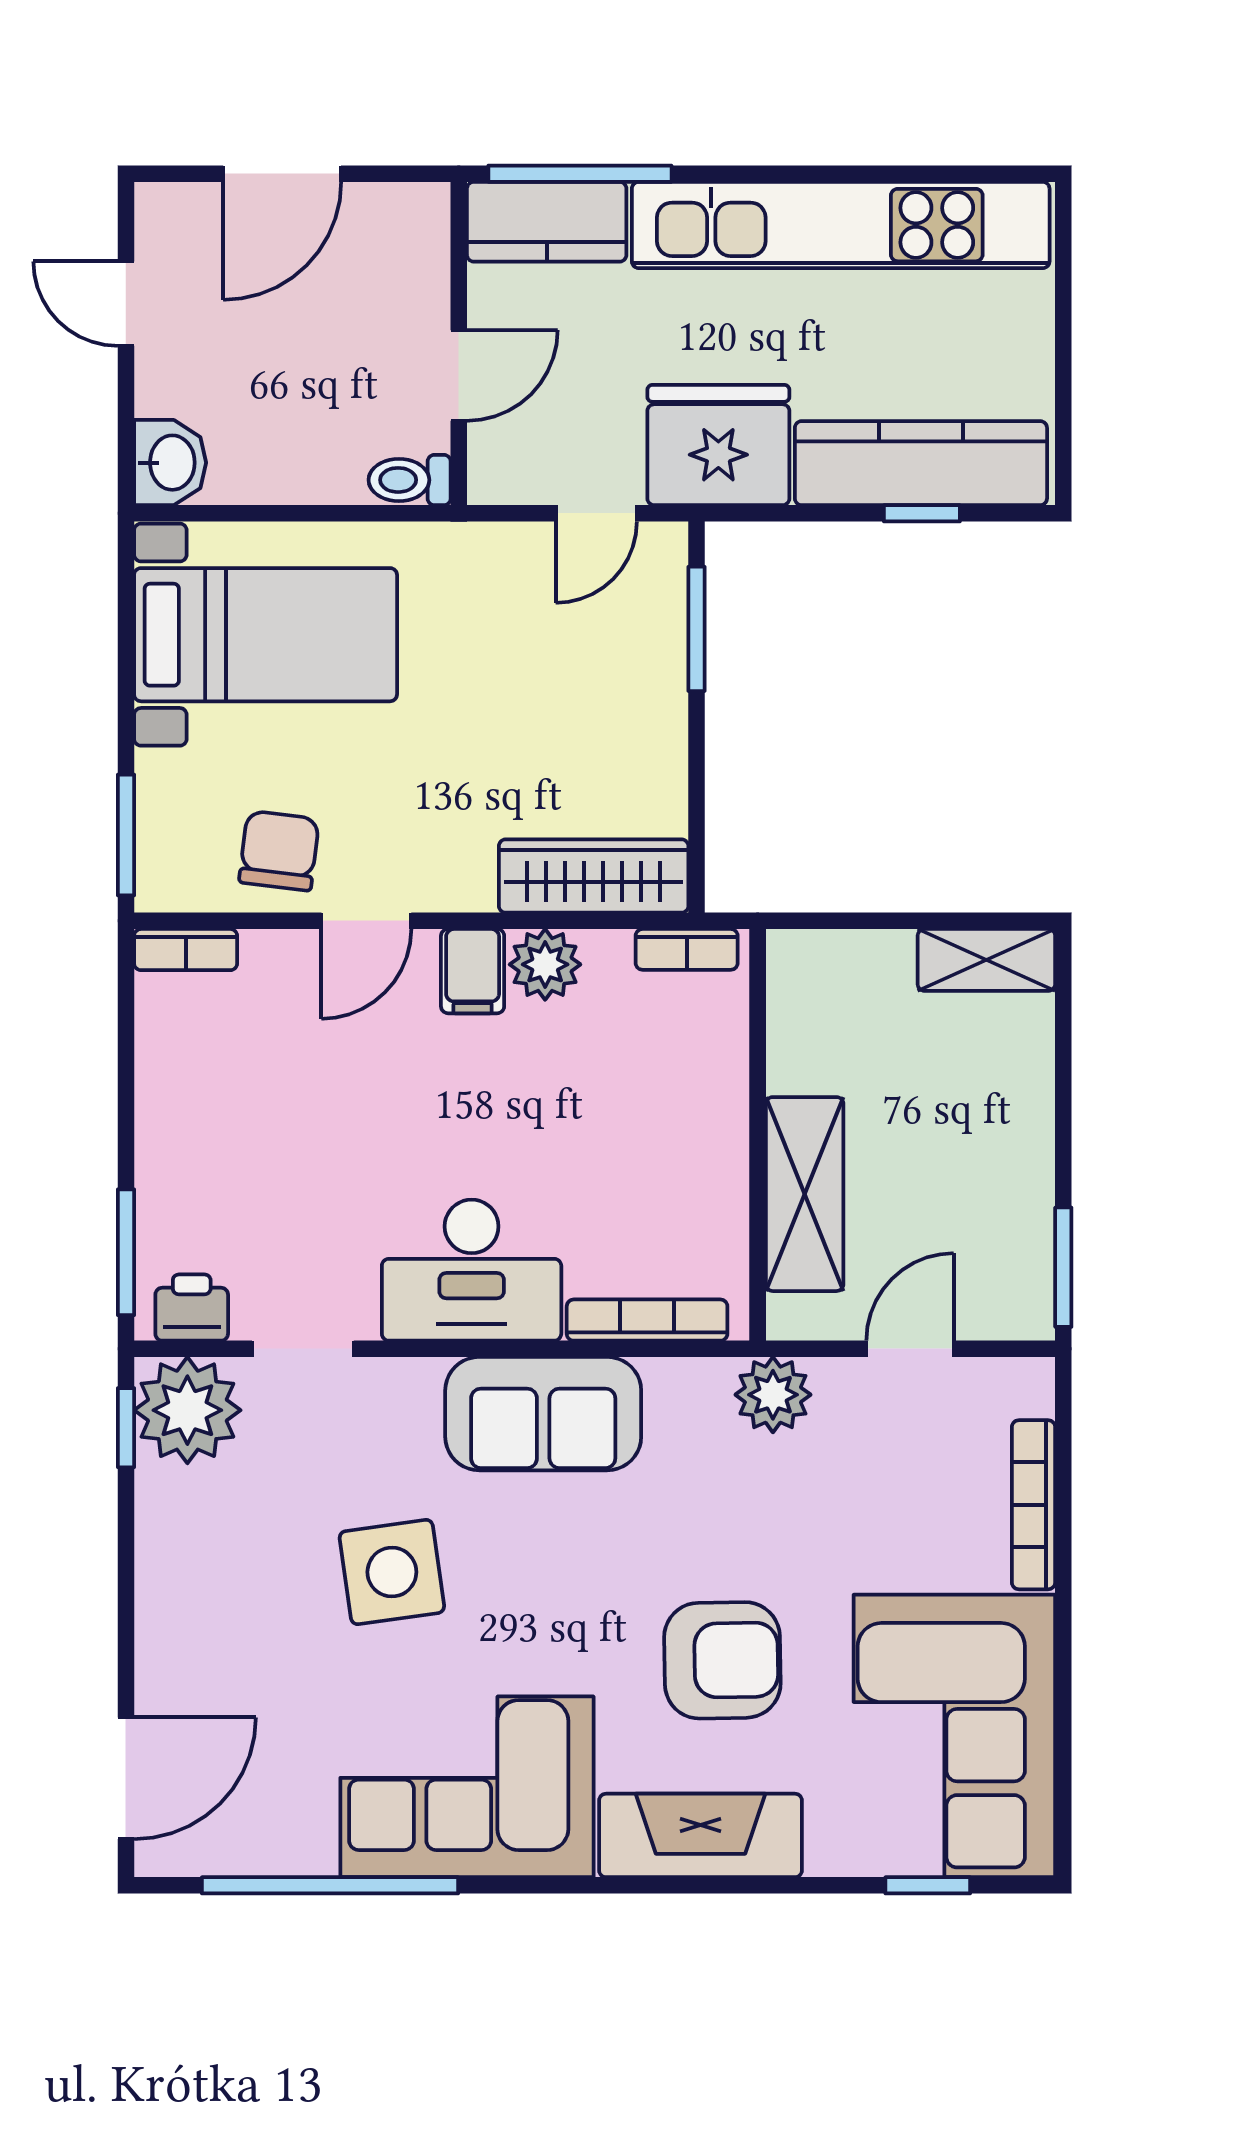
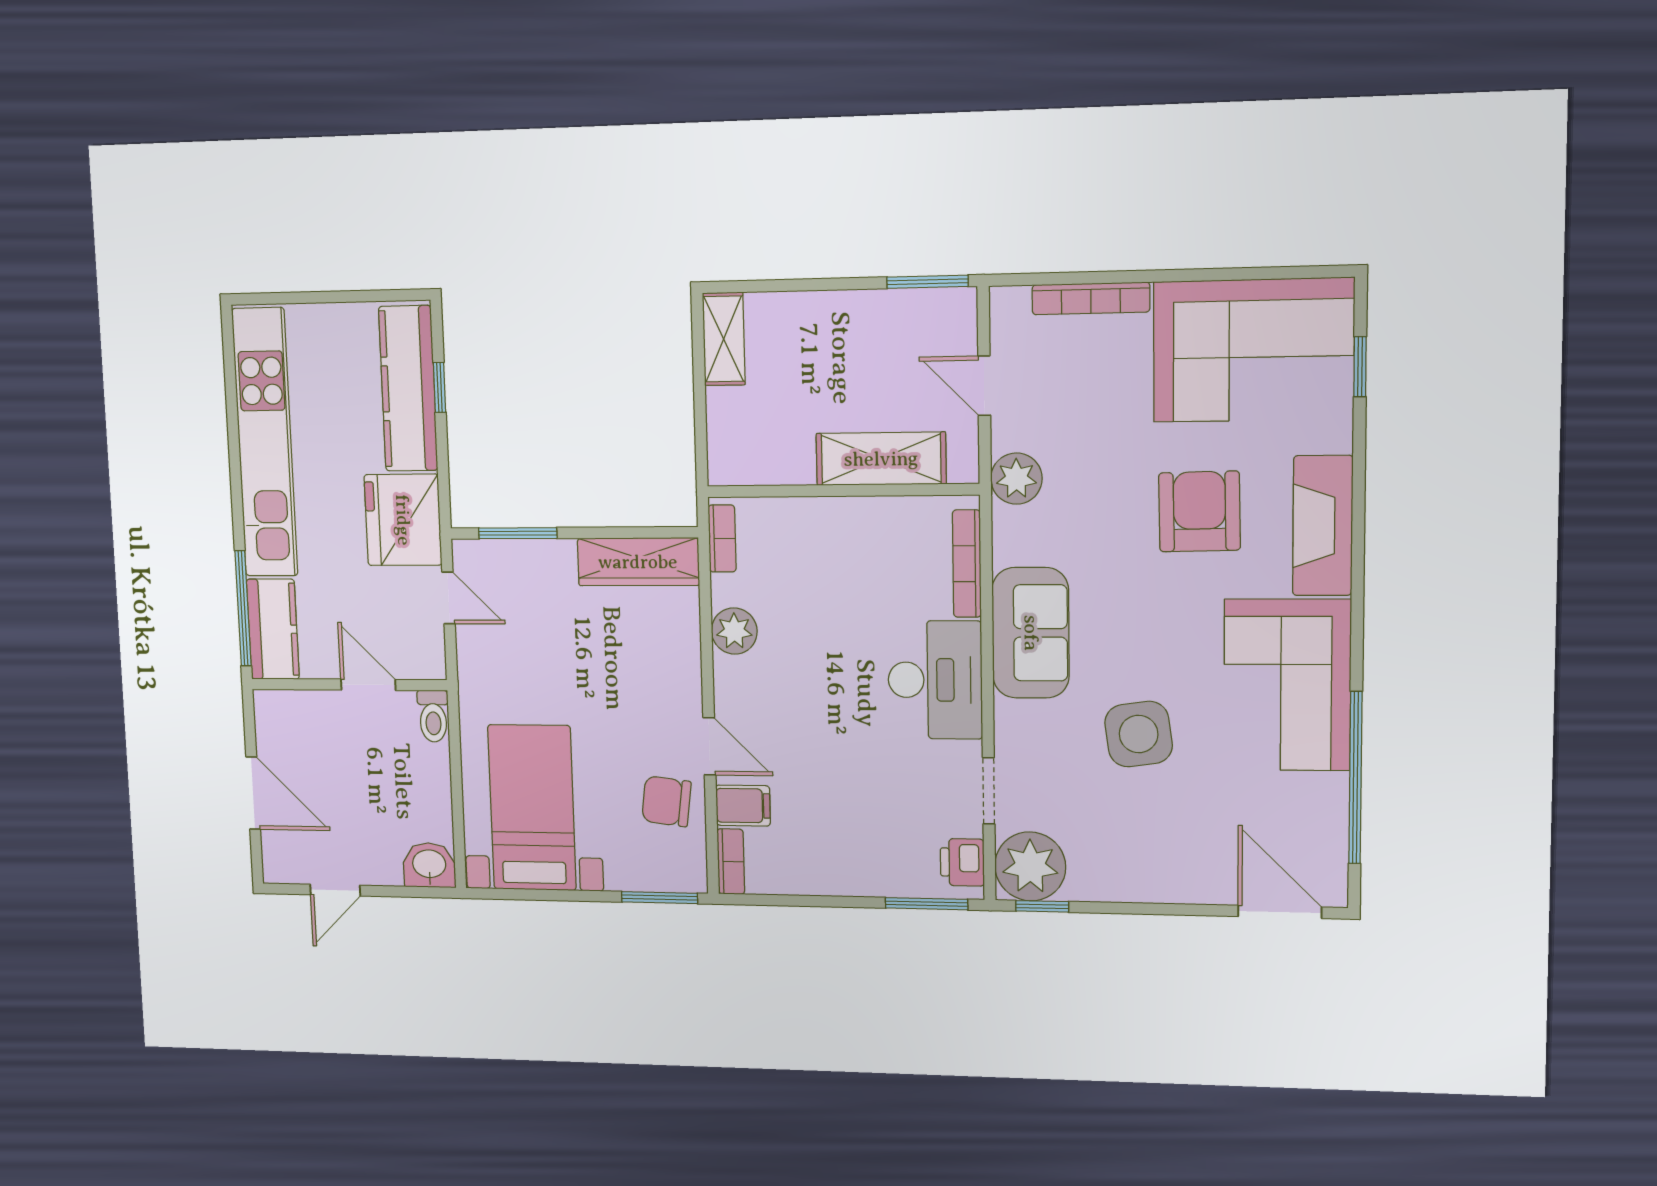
wardrobe: (594, 876) -> (638, 562), moved, turned -90
filing cabinet: (473, 971) -> (743, 806), moved

